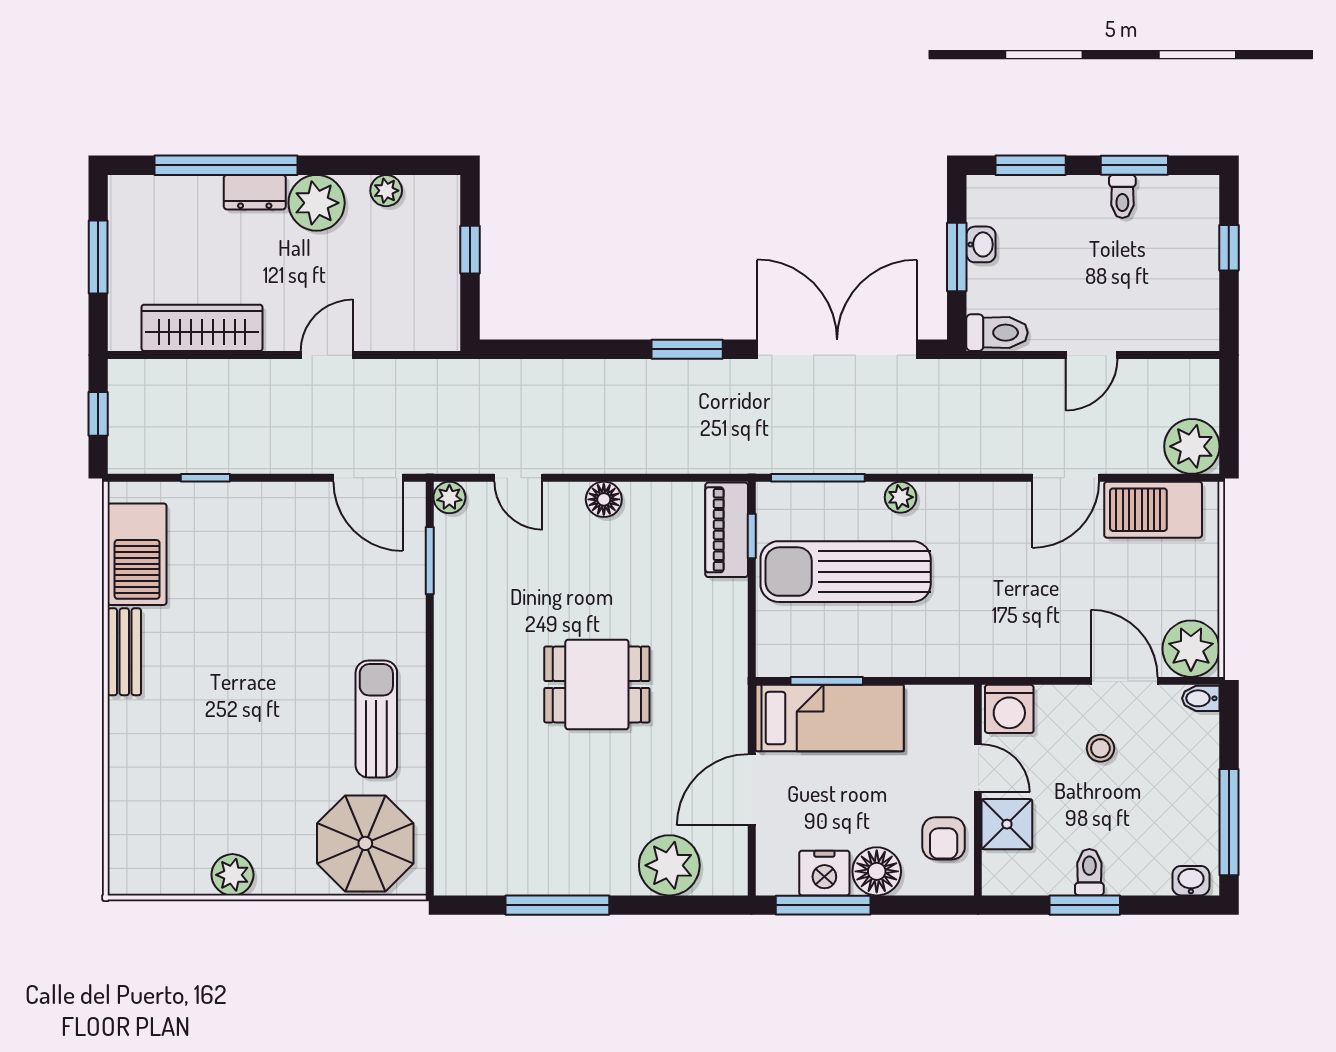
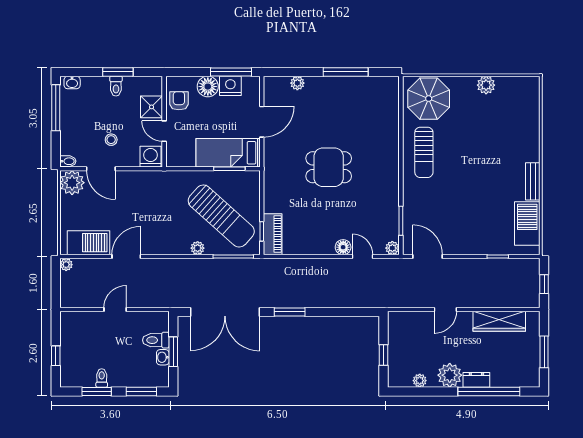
toilet: (997, 333) -> (156, 340), moved
plant: (1192, 446) -> (66, 265), width x0.53, depth x0.53
floor lamp: (604, 499) -> (343, 247), moved
sun lounger: (846, 572) -> (221, 216), turned 42
plant: (669, 865) -> (297, 83), width x0.53, depth x0.53

